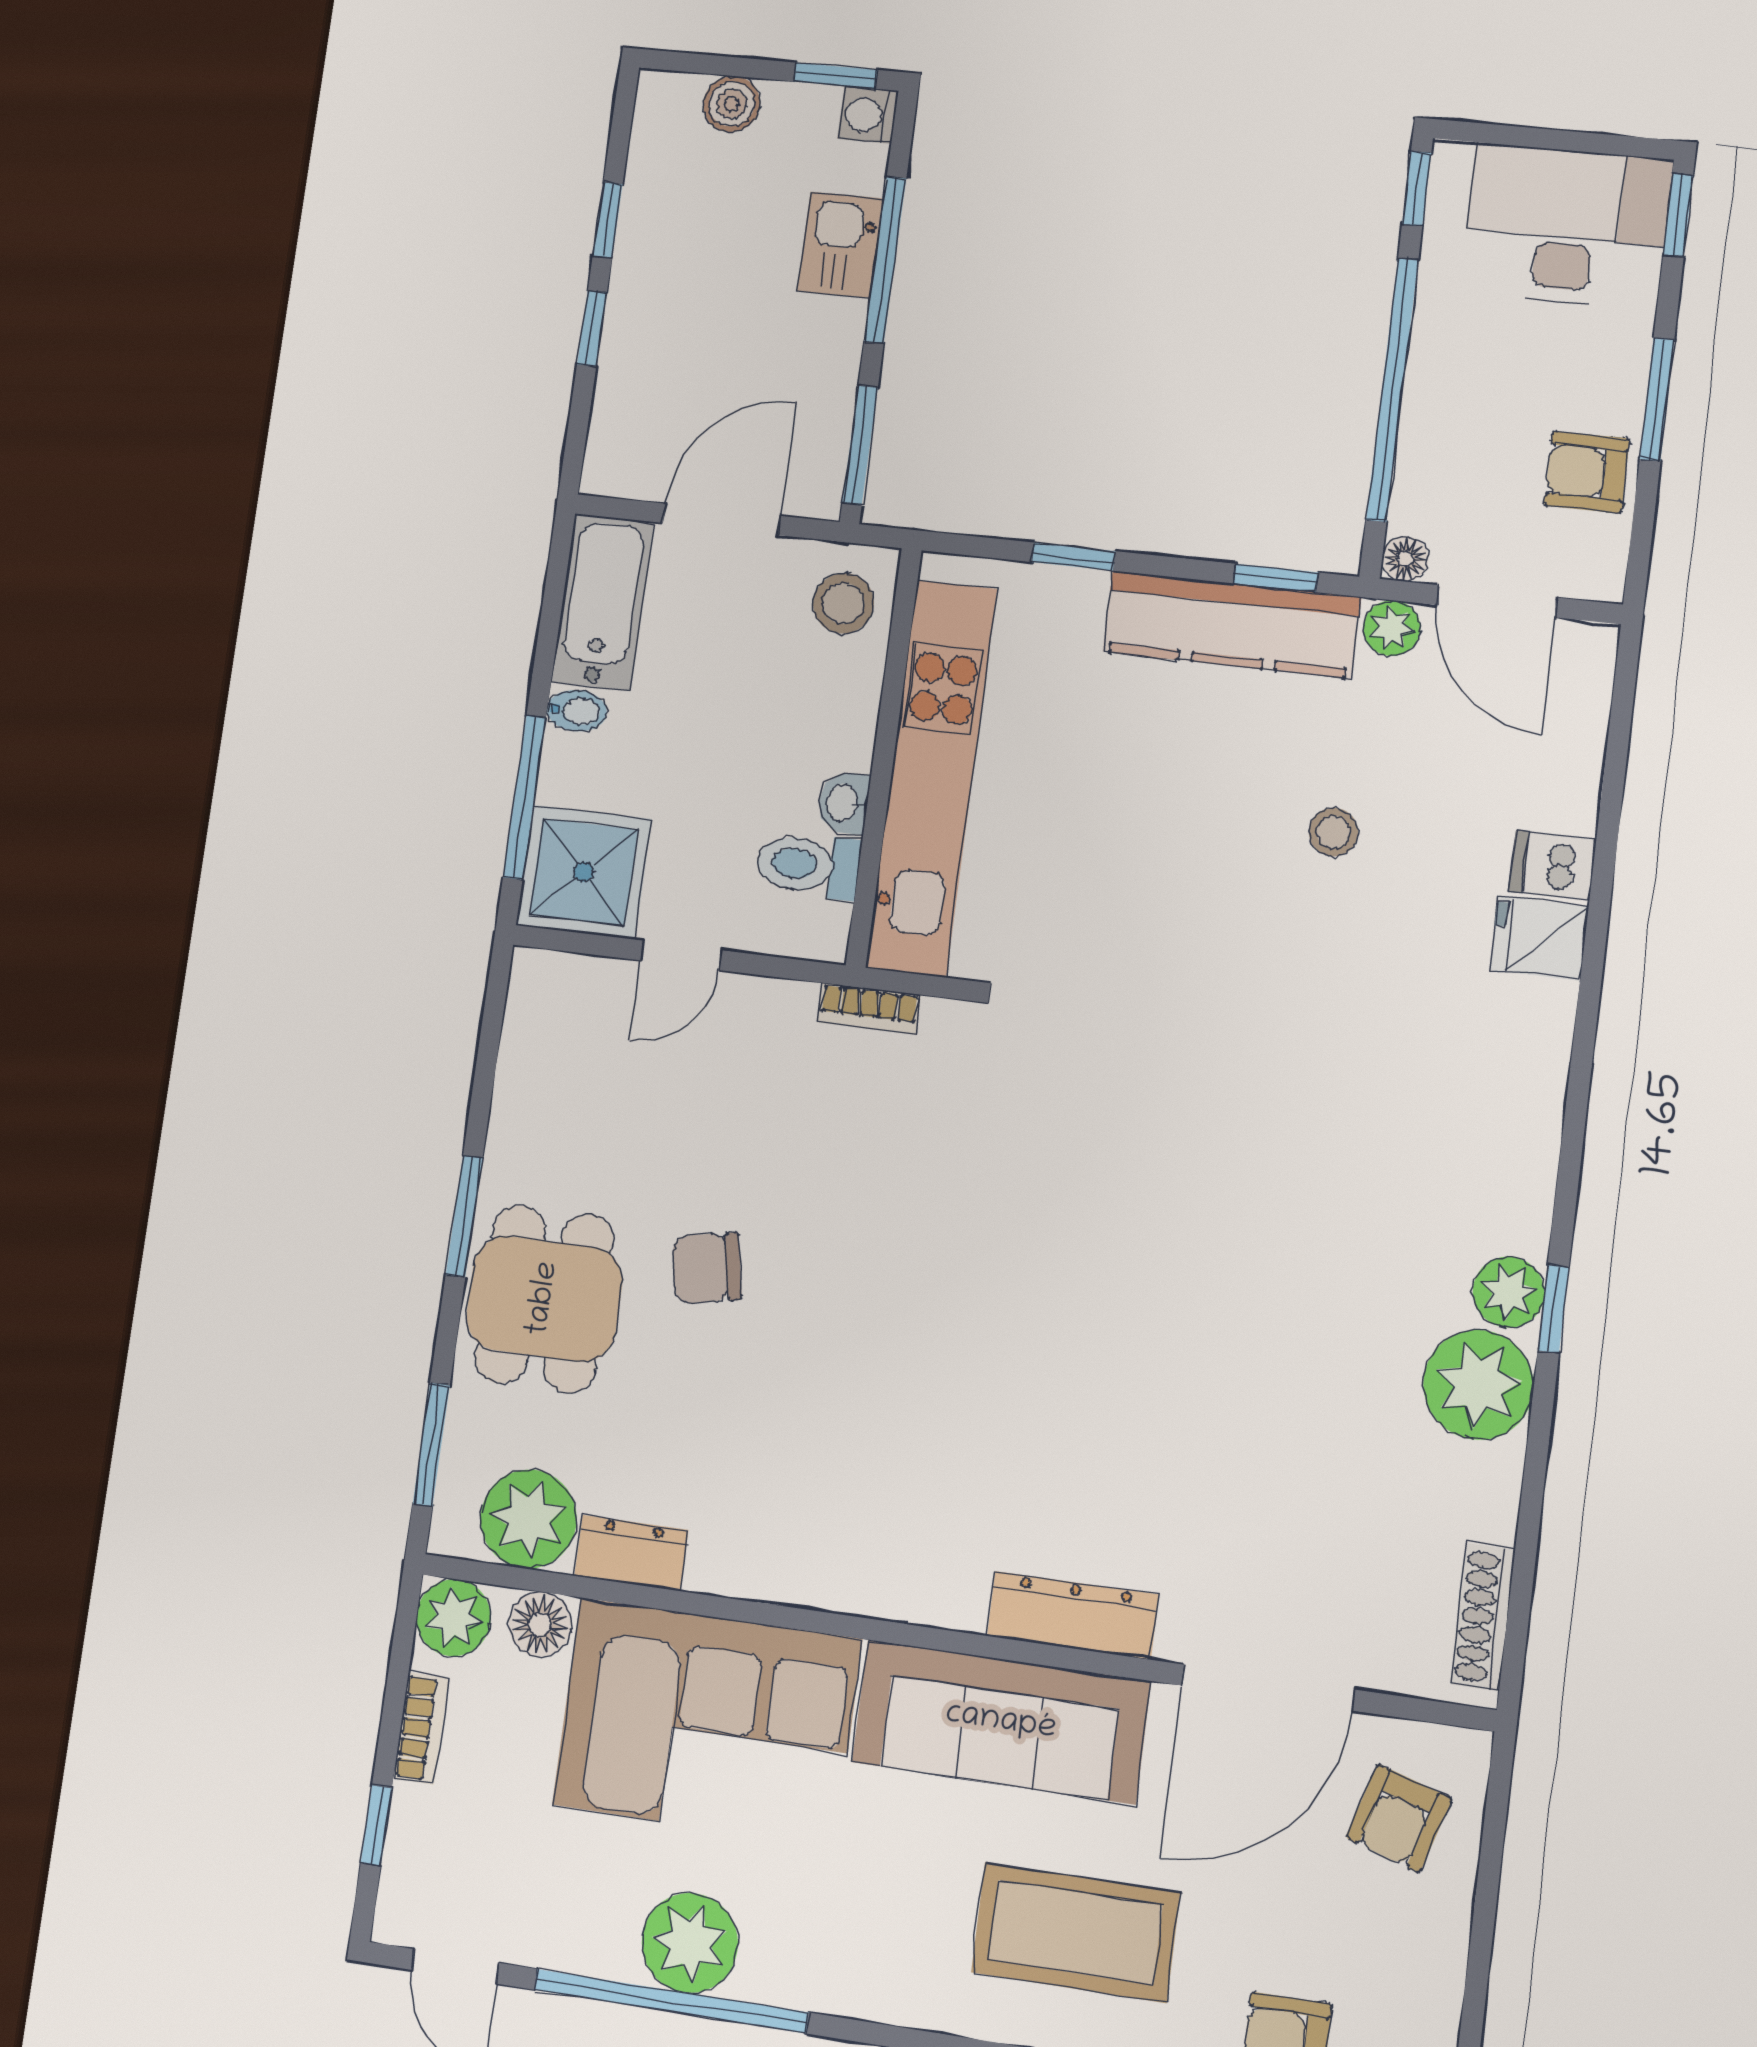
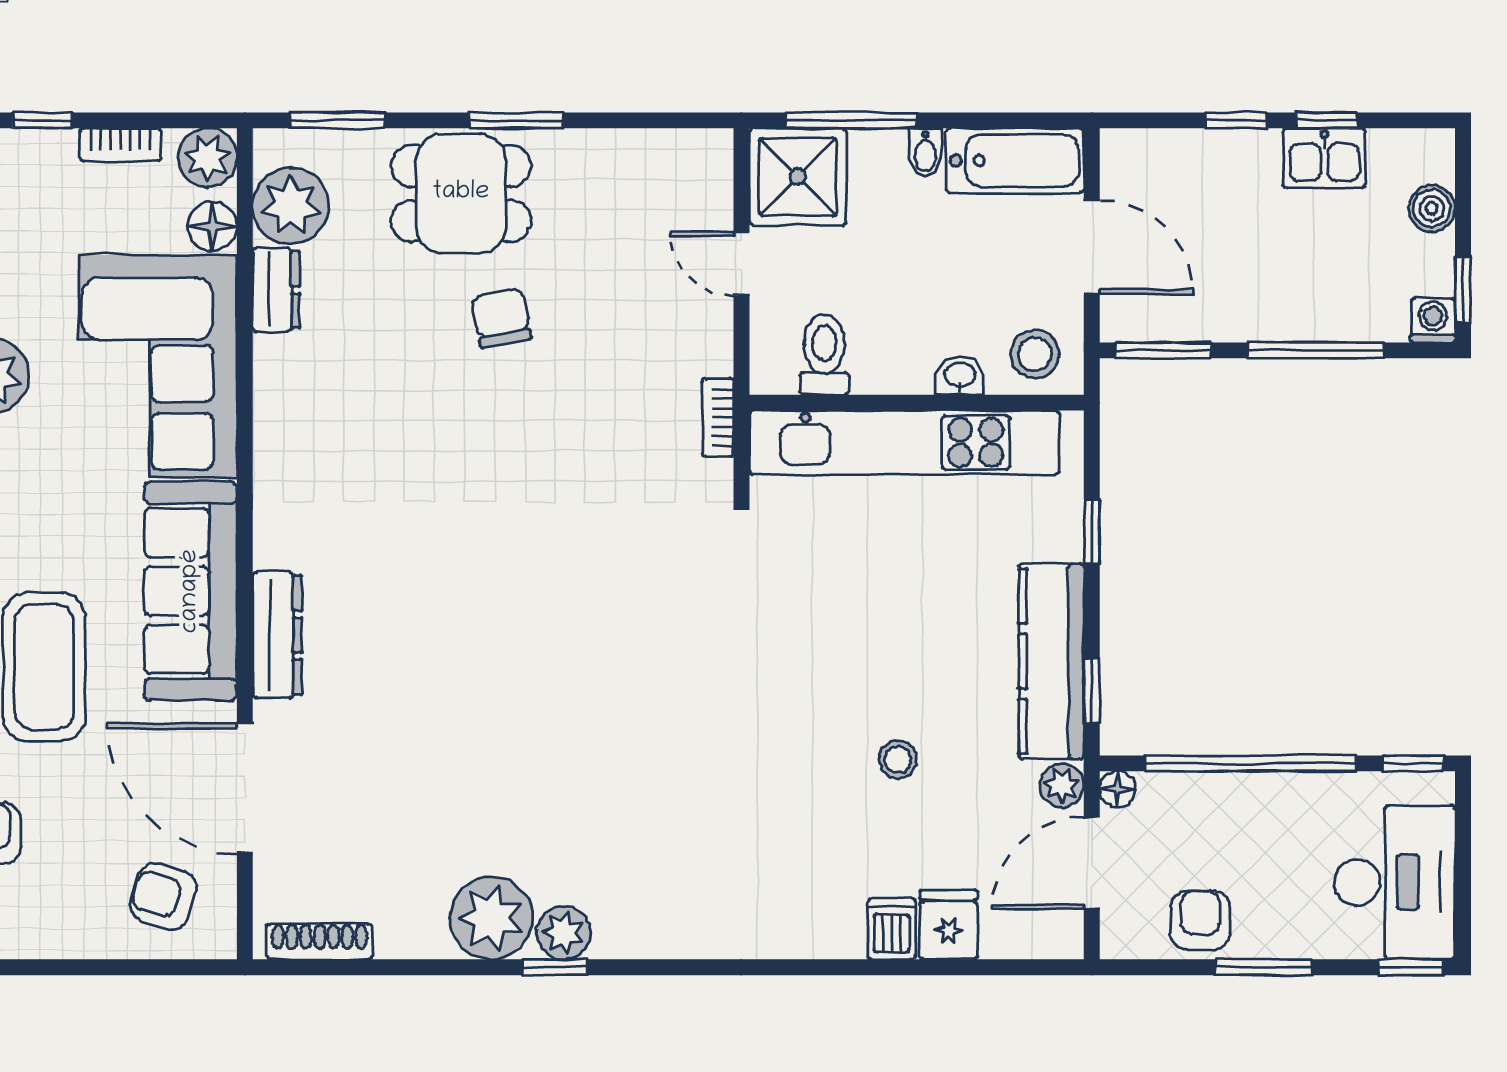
kitchen sink: (840, 245) -> (1324, 158), moved, turned 180
washbasin: (843, 803) -> (960, 376), moved
fridge: (1539, 938) -> (949, 925), moved

